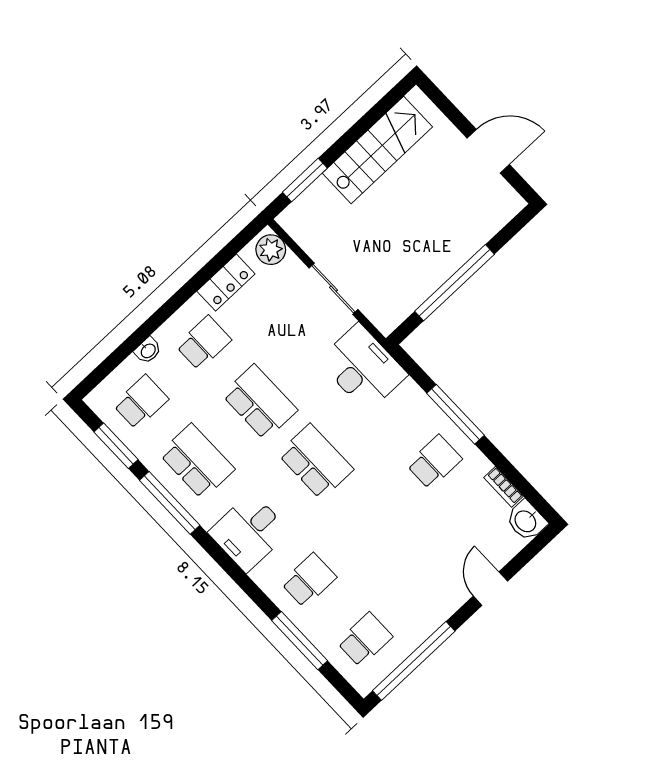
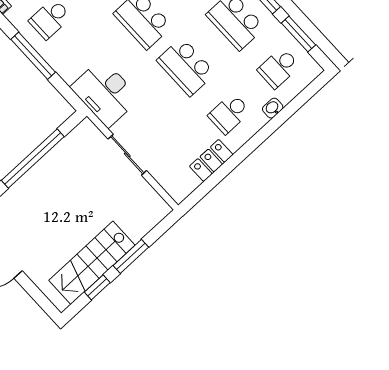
window: (370, 119) -> (97, 287), added
window: (305, 180) -> (131, 256), moved
plant: (271, 250) -> (176, 186), removed

